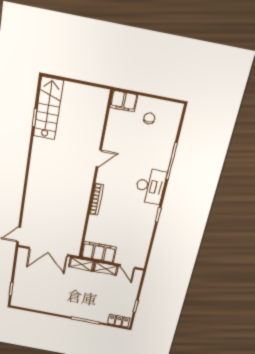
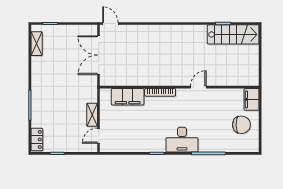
chair: (149, 118) -> (241, 125), width x1.87, depth x1.87
door: (99, 158) -> (198, 87), swing flipped
filing cabinet: (99, 252) -> (128, 97), moved, turned 90
shelving: (81, 264) -> (37, 44), moved

